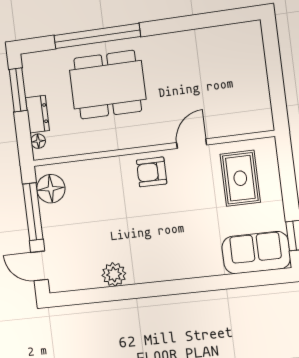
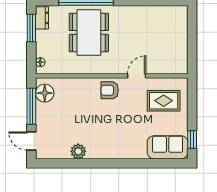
dining table: (108, 85) -> (89, 32), turned 90
dresser: (38, 114) -> (42, 18), moved
rug: (240, 178) -> (164, 101), turned 90

